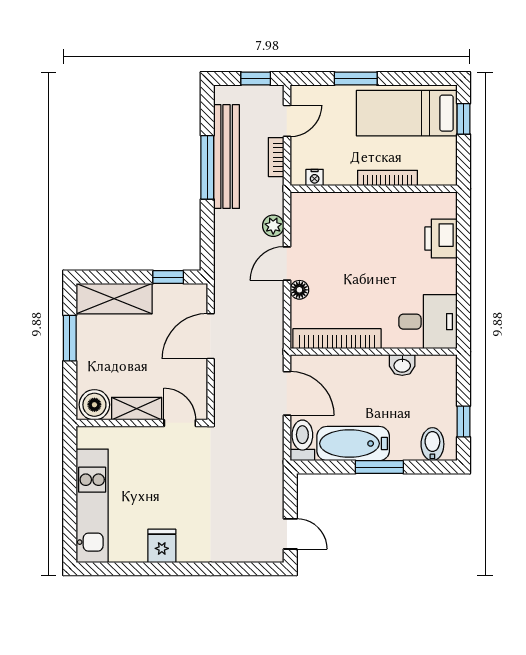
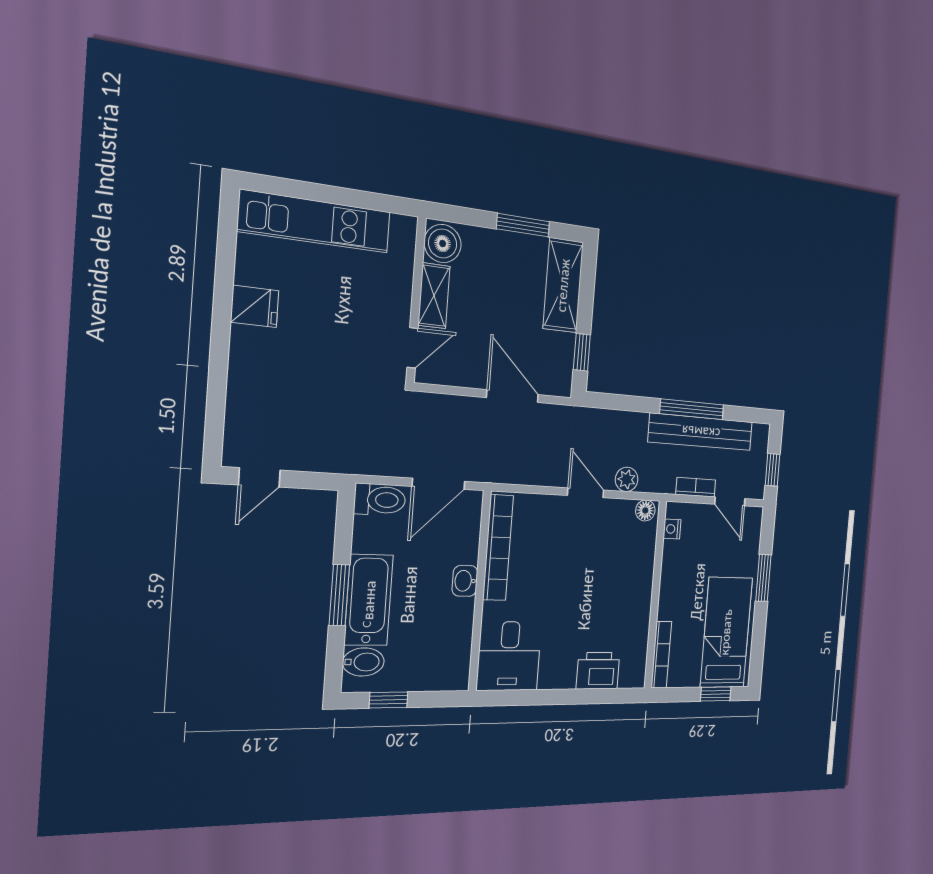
bookcase: (387, 178) -> (661, 655), moved
floor lamp: (299, 290) -> (645, 510), moved
washbasin: (402, 365) -> (465, 581), moved
bathtub: (353, 444) -> (369, 600), moved

